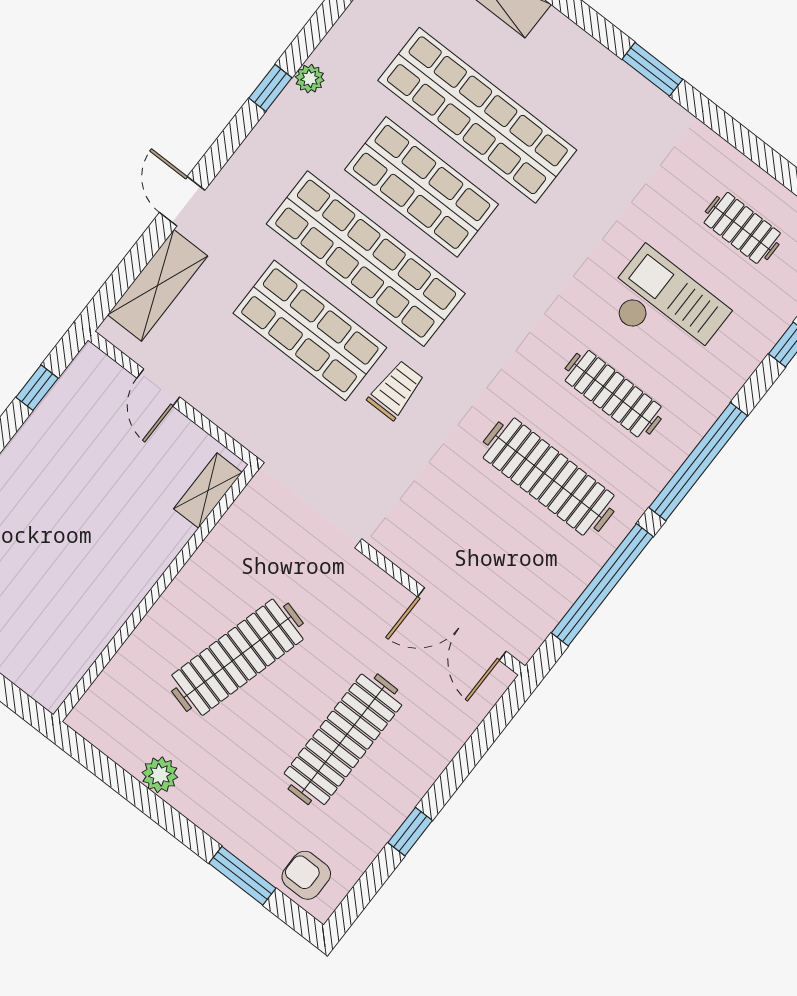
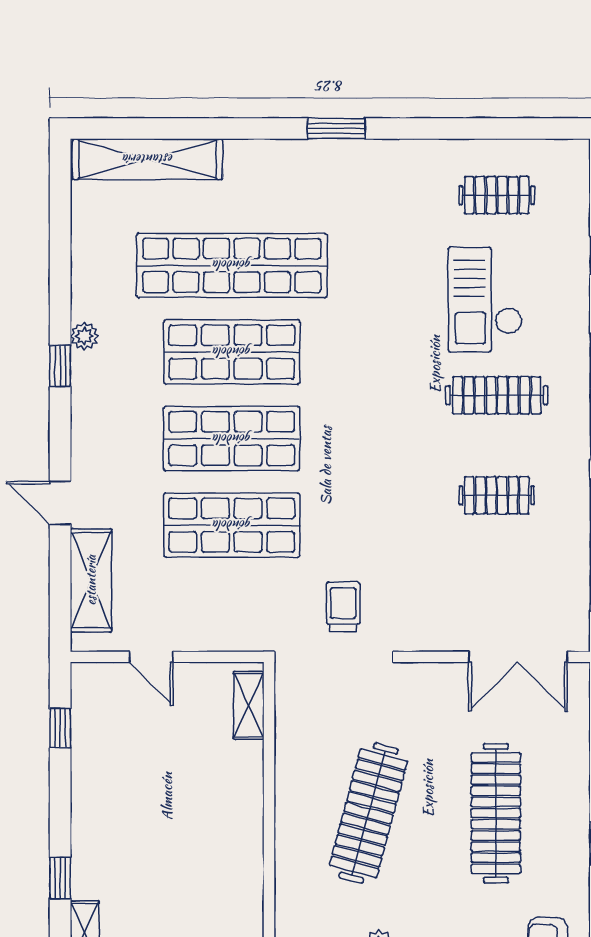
shop shelf: (366, 259) -> (232, 439), width x0.71
checkout: (665, 307) -> (485, 300), turned -90
trolley: (396, 390) -> (343, 607), moved
clothes rail: (549, 477) -> (497, 495), width x0.54, depth x0.76

